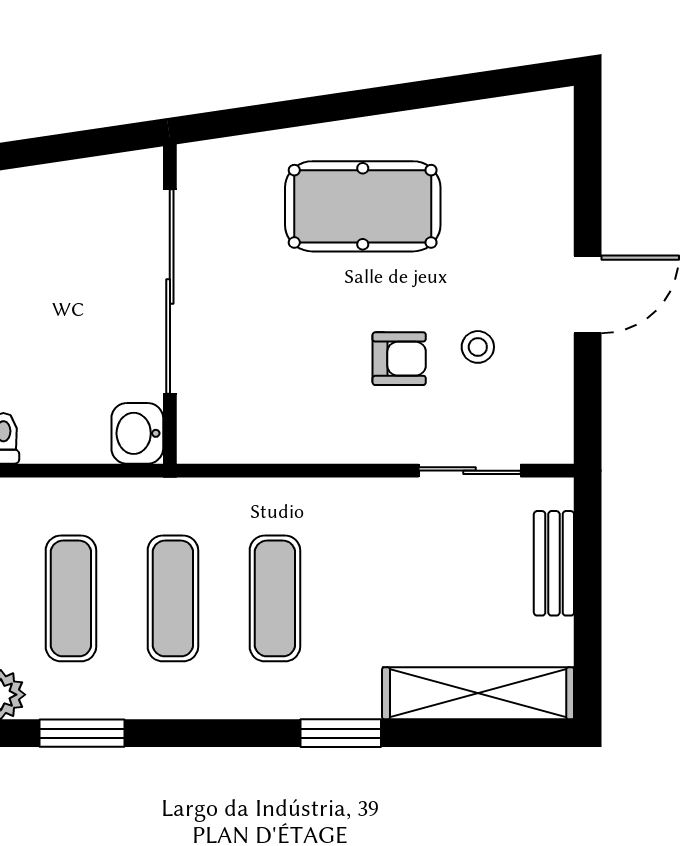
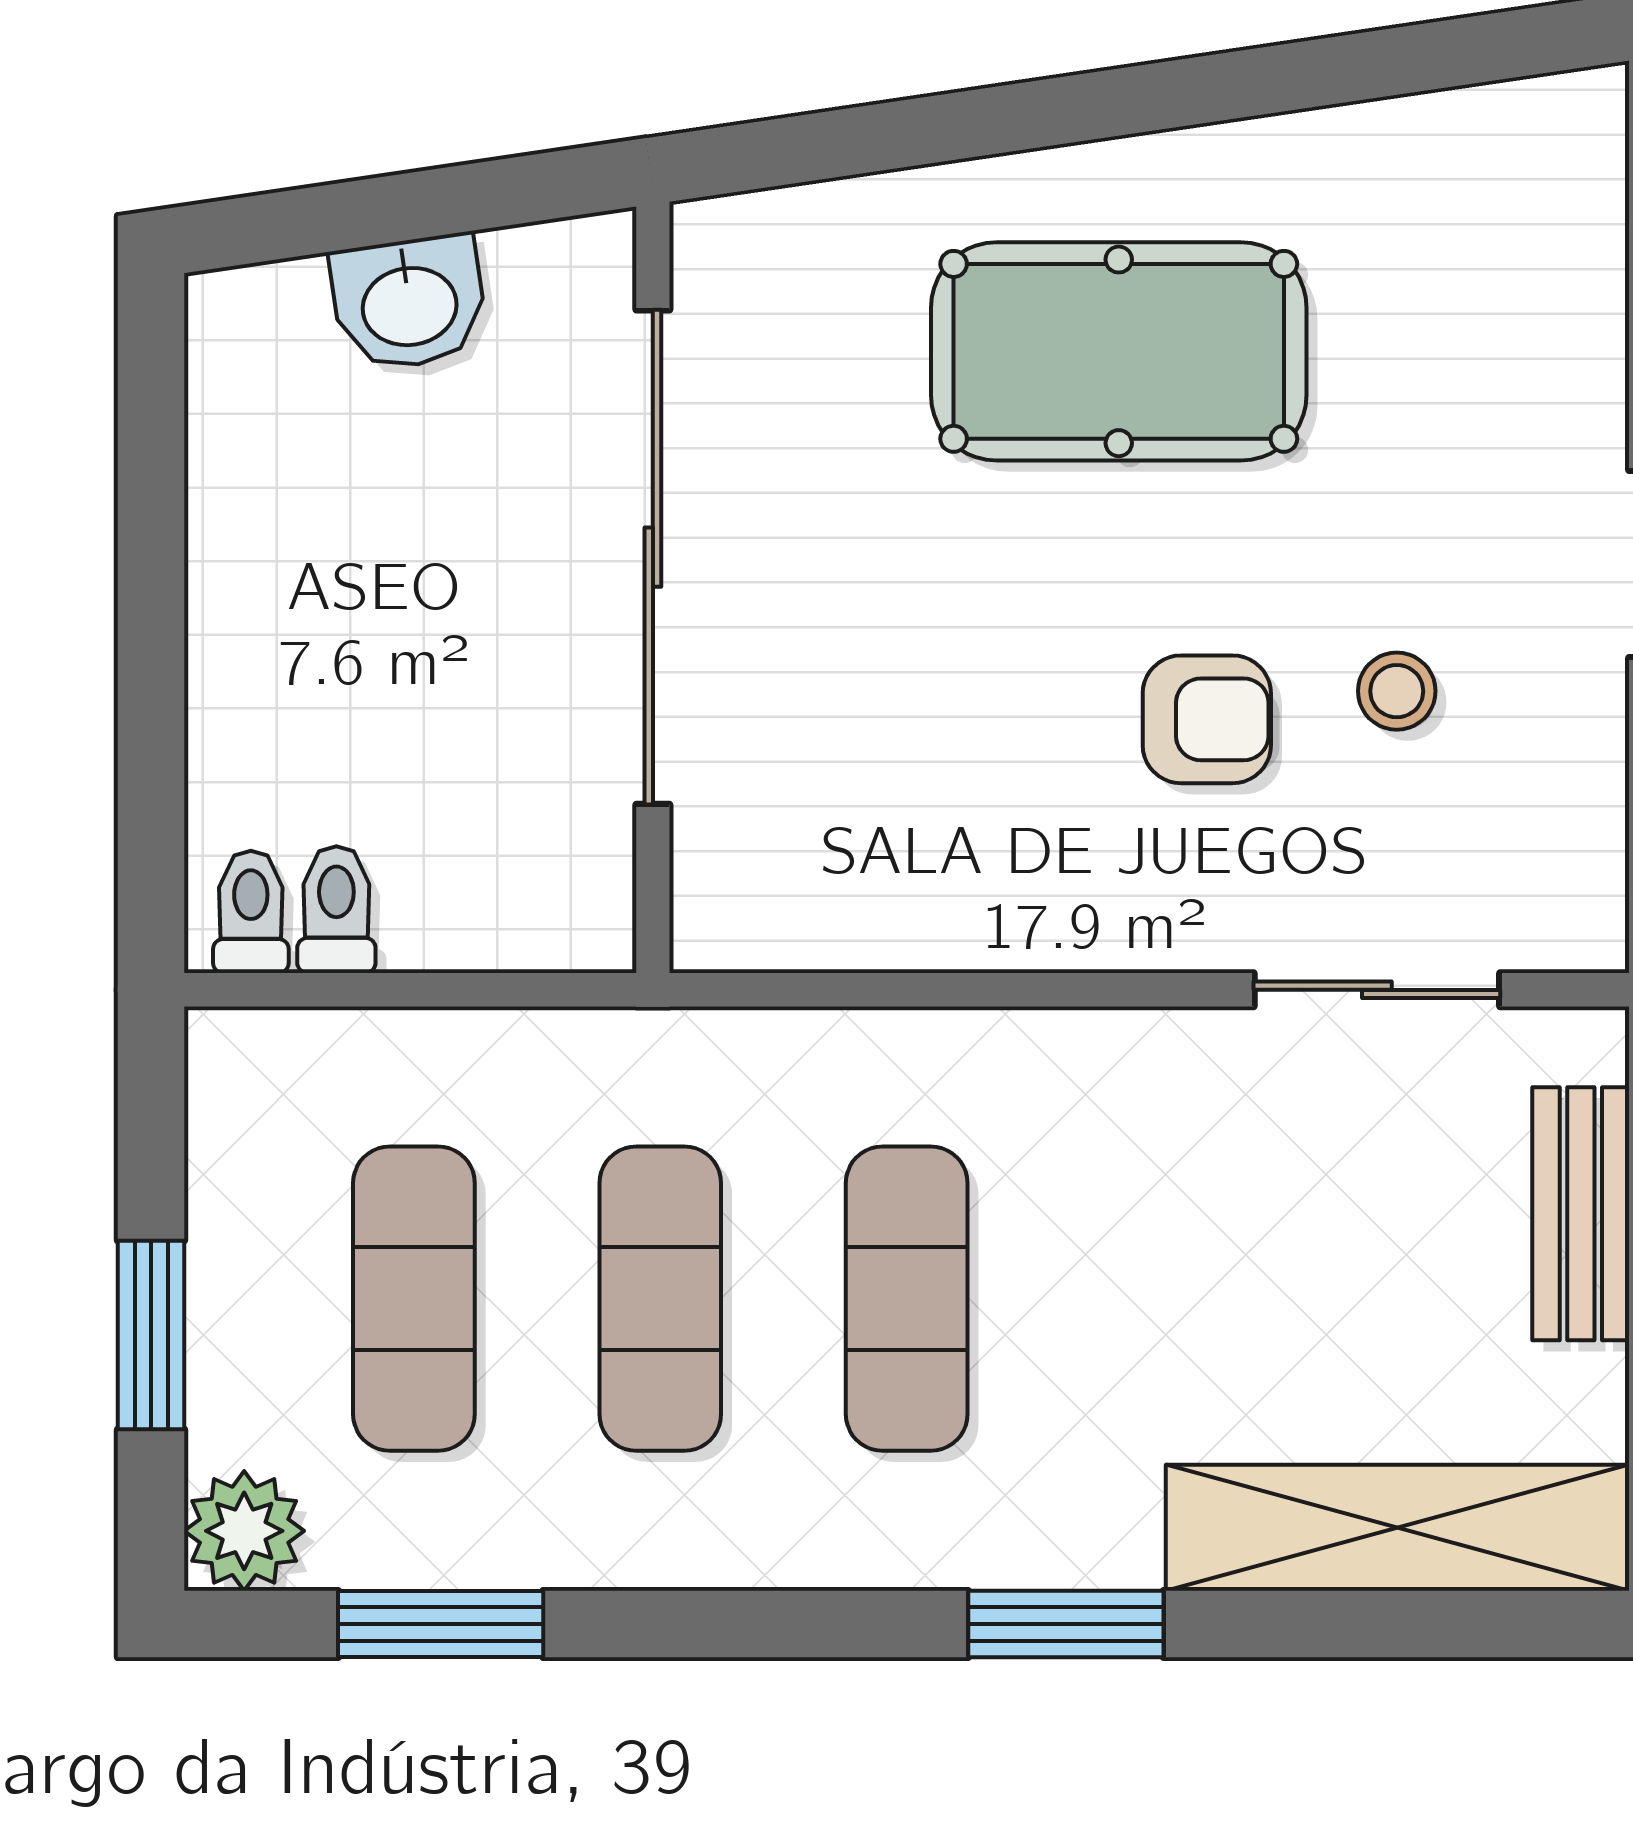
washbasin: (137, 433) -> (409, 303), moved, turned -98
toilet: (39, 437) -> (336, 910), added

